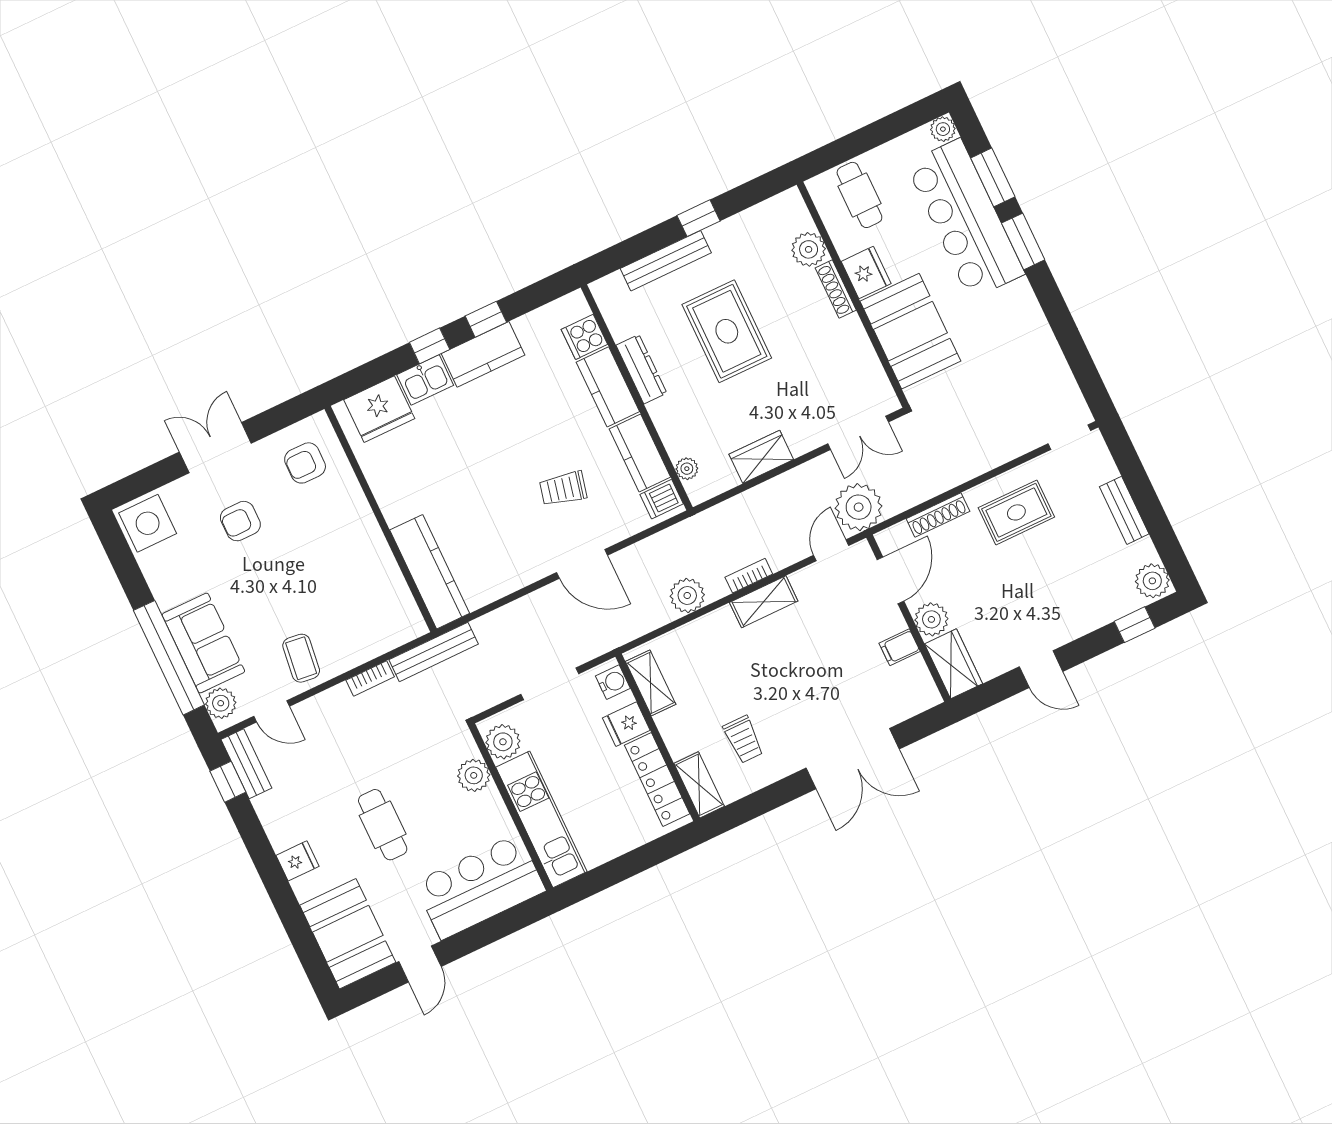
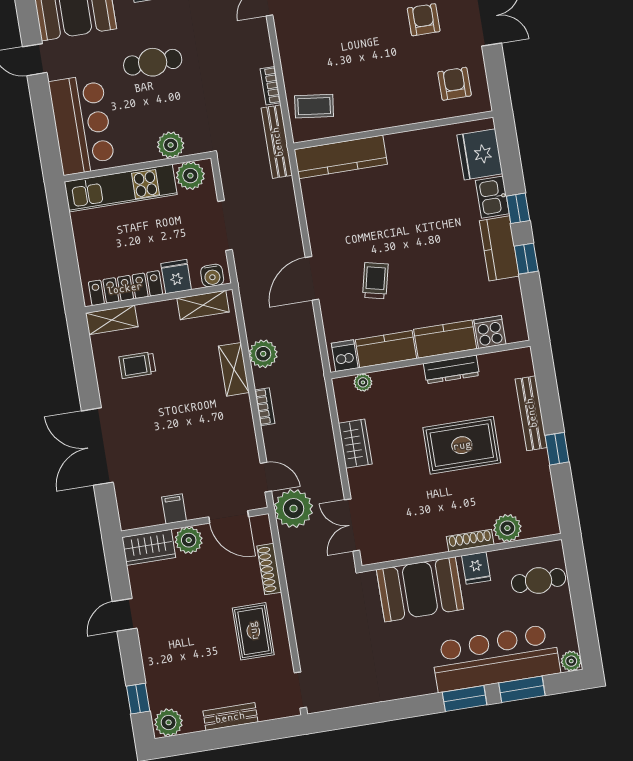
fridge: (866, 272) -> (476, 568), width x0.72
shelving: (764, 602) -> (234, 369), moved
coffee table: (301, 658) -> (314, 106), moved

